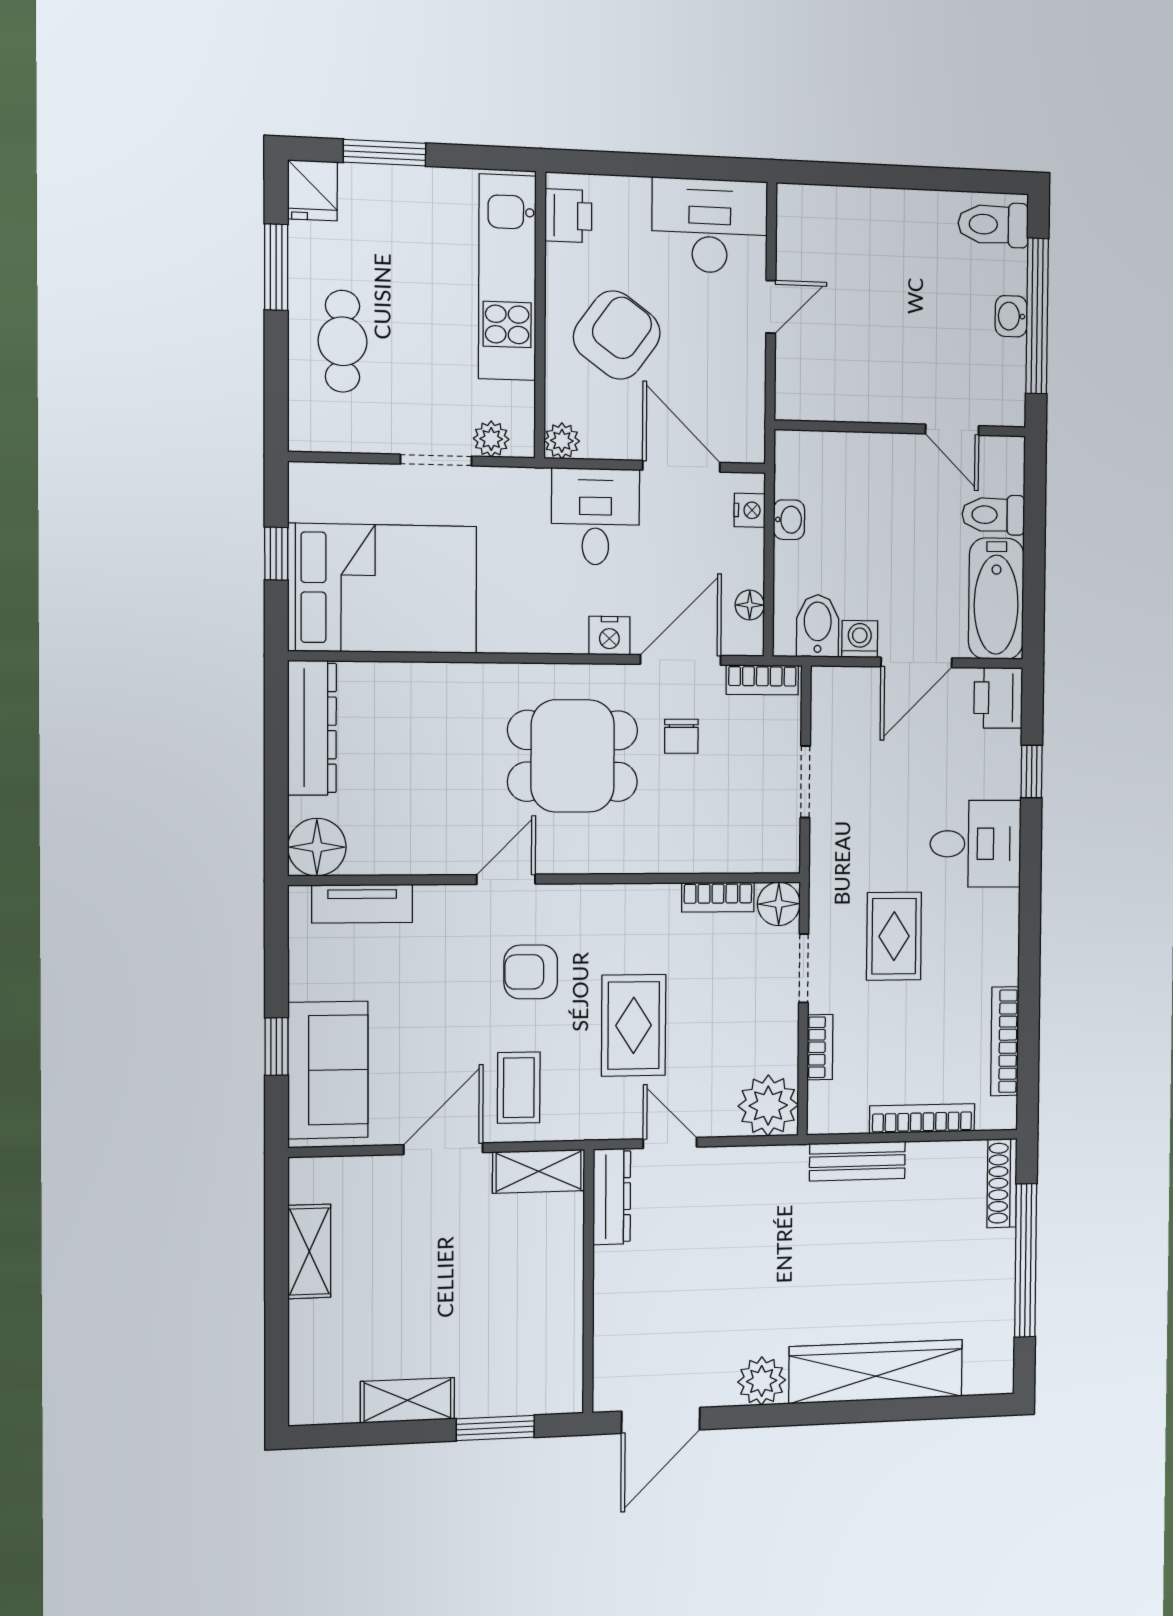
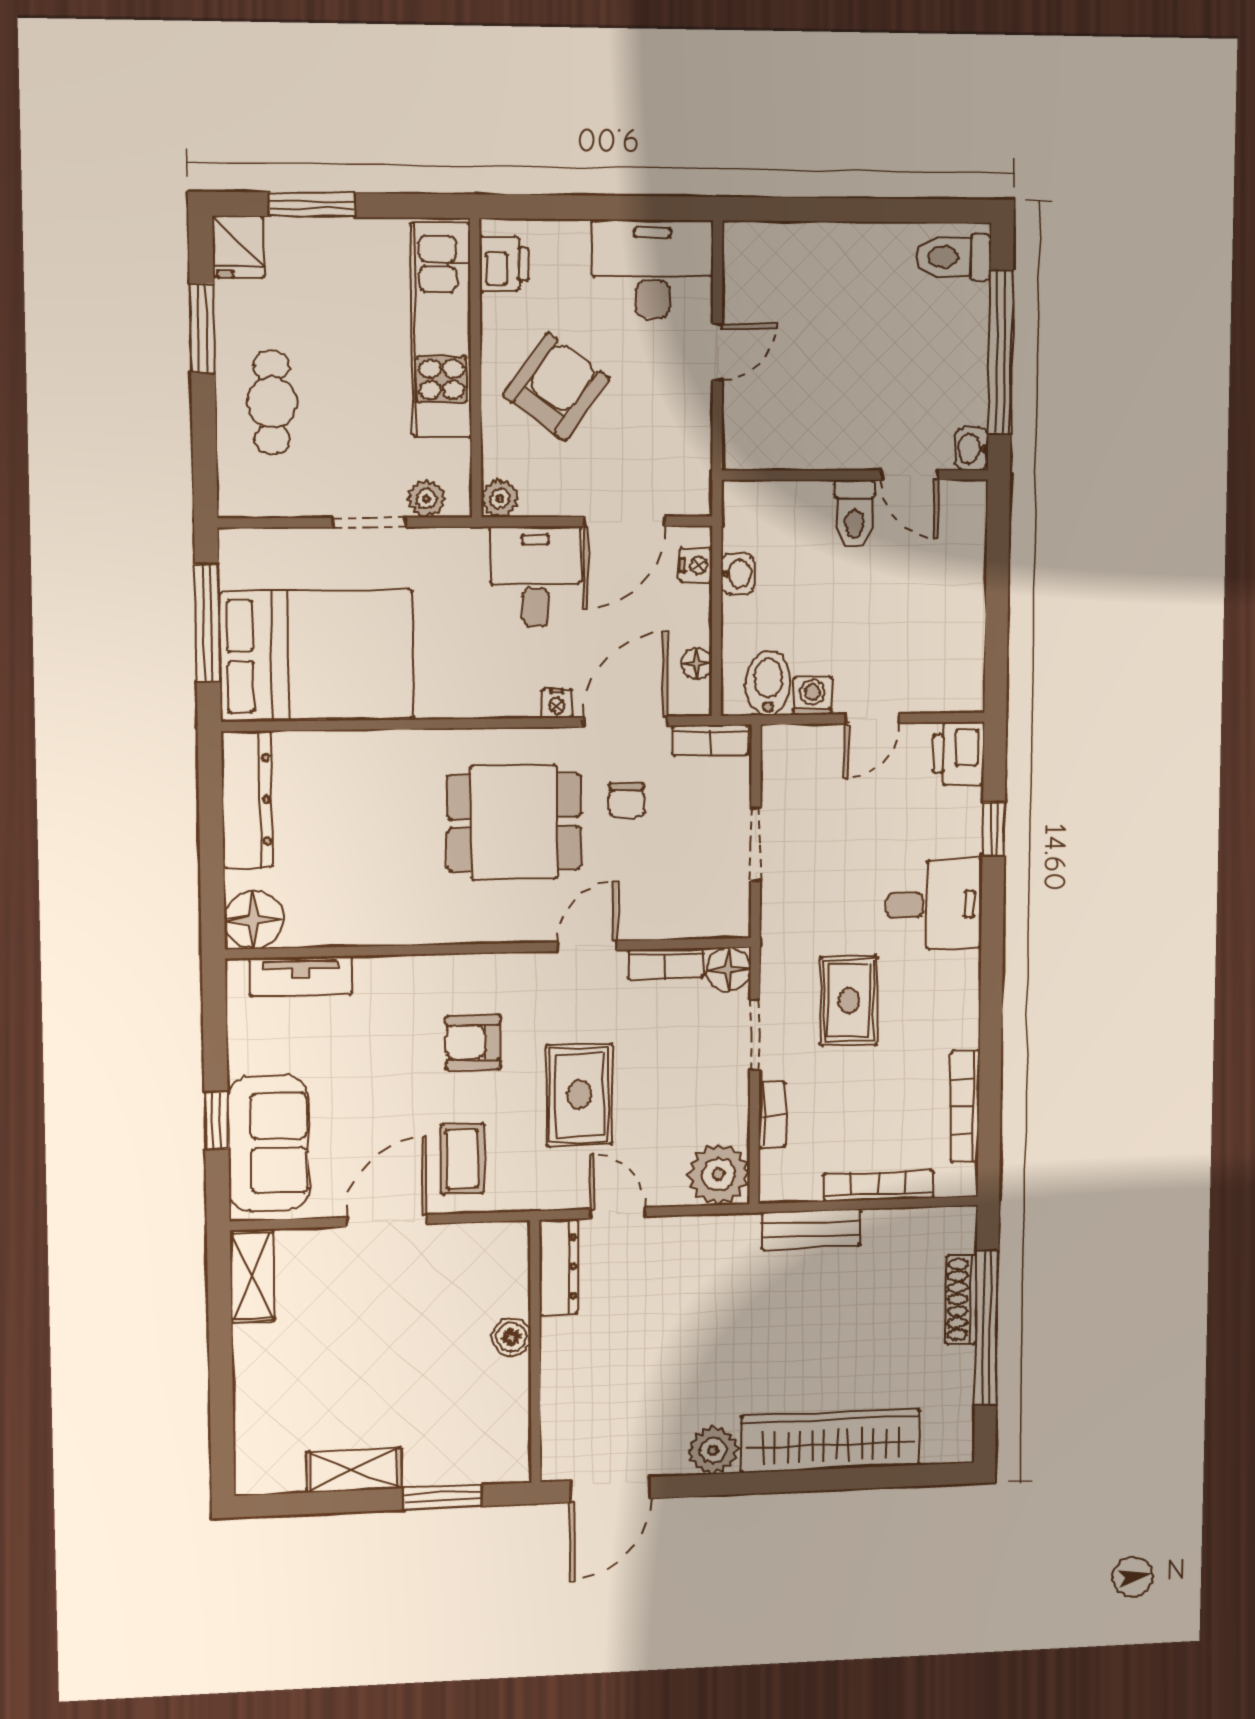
washbasin: (1011, 316) -> (971, 449), moved
door: (681, 466) -> (624, 521), swing flipped
toilet: (993, 515) -> (854, 514), moved, turned -90
window: (276, 554) -> (208, 623), width x2.17
bathtub: (996, 599) -> (956, 650), removed
nightstand: (609, 636) -> (557, 703), width x0.72, depth x0.74
door: (916, 662) -> (872, 719), width x0.73
door: (506, 879) -> (587, 946), moved
shelving: (539, 1171) -> (484, 1242), removed
shoe rack: (1002, 1183) -> (961, 1299), moved
shelving: (309, 1251) -> (252, 1276), moved
boiler: (565, 1266) -> (511, 1337), added

